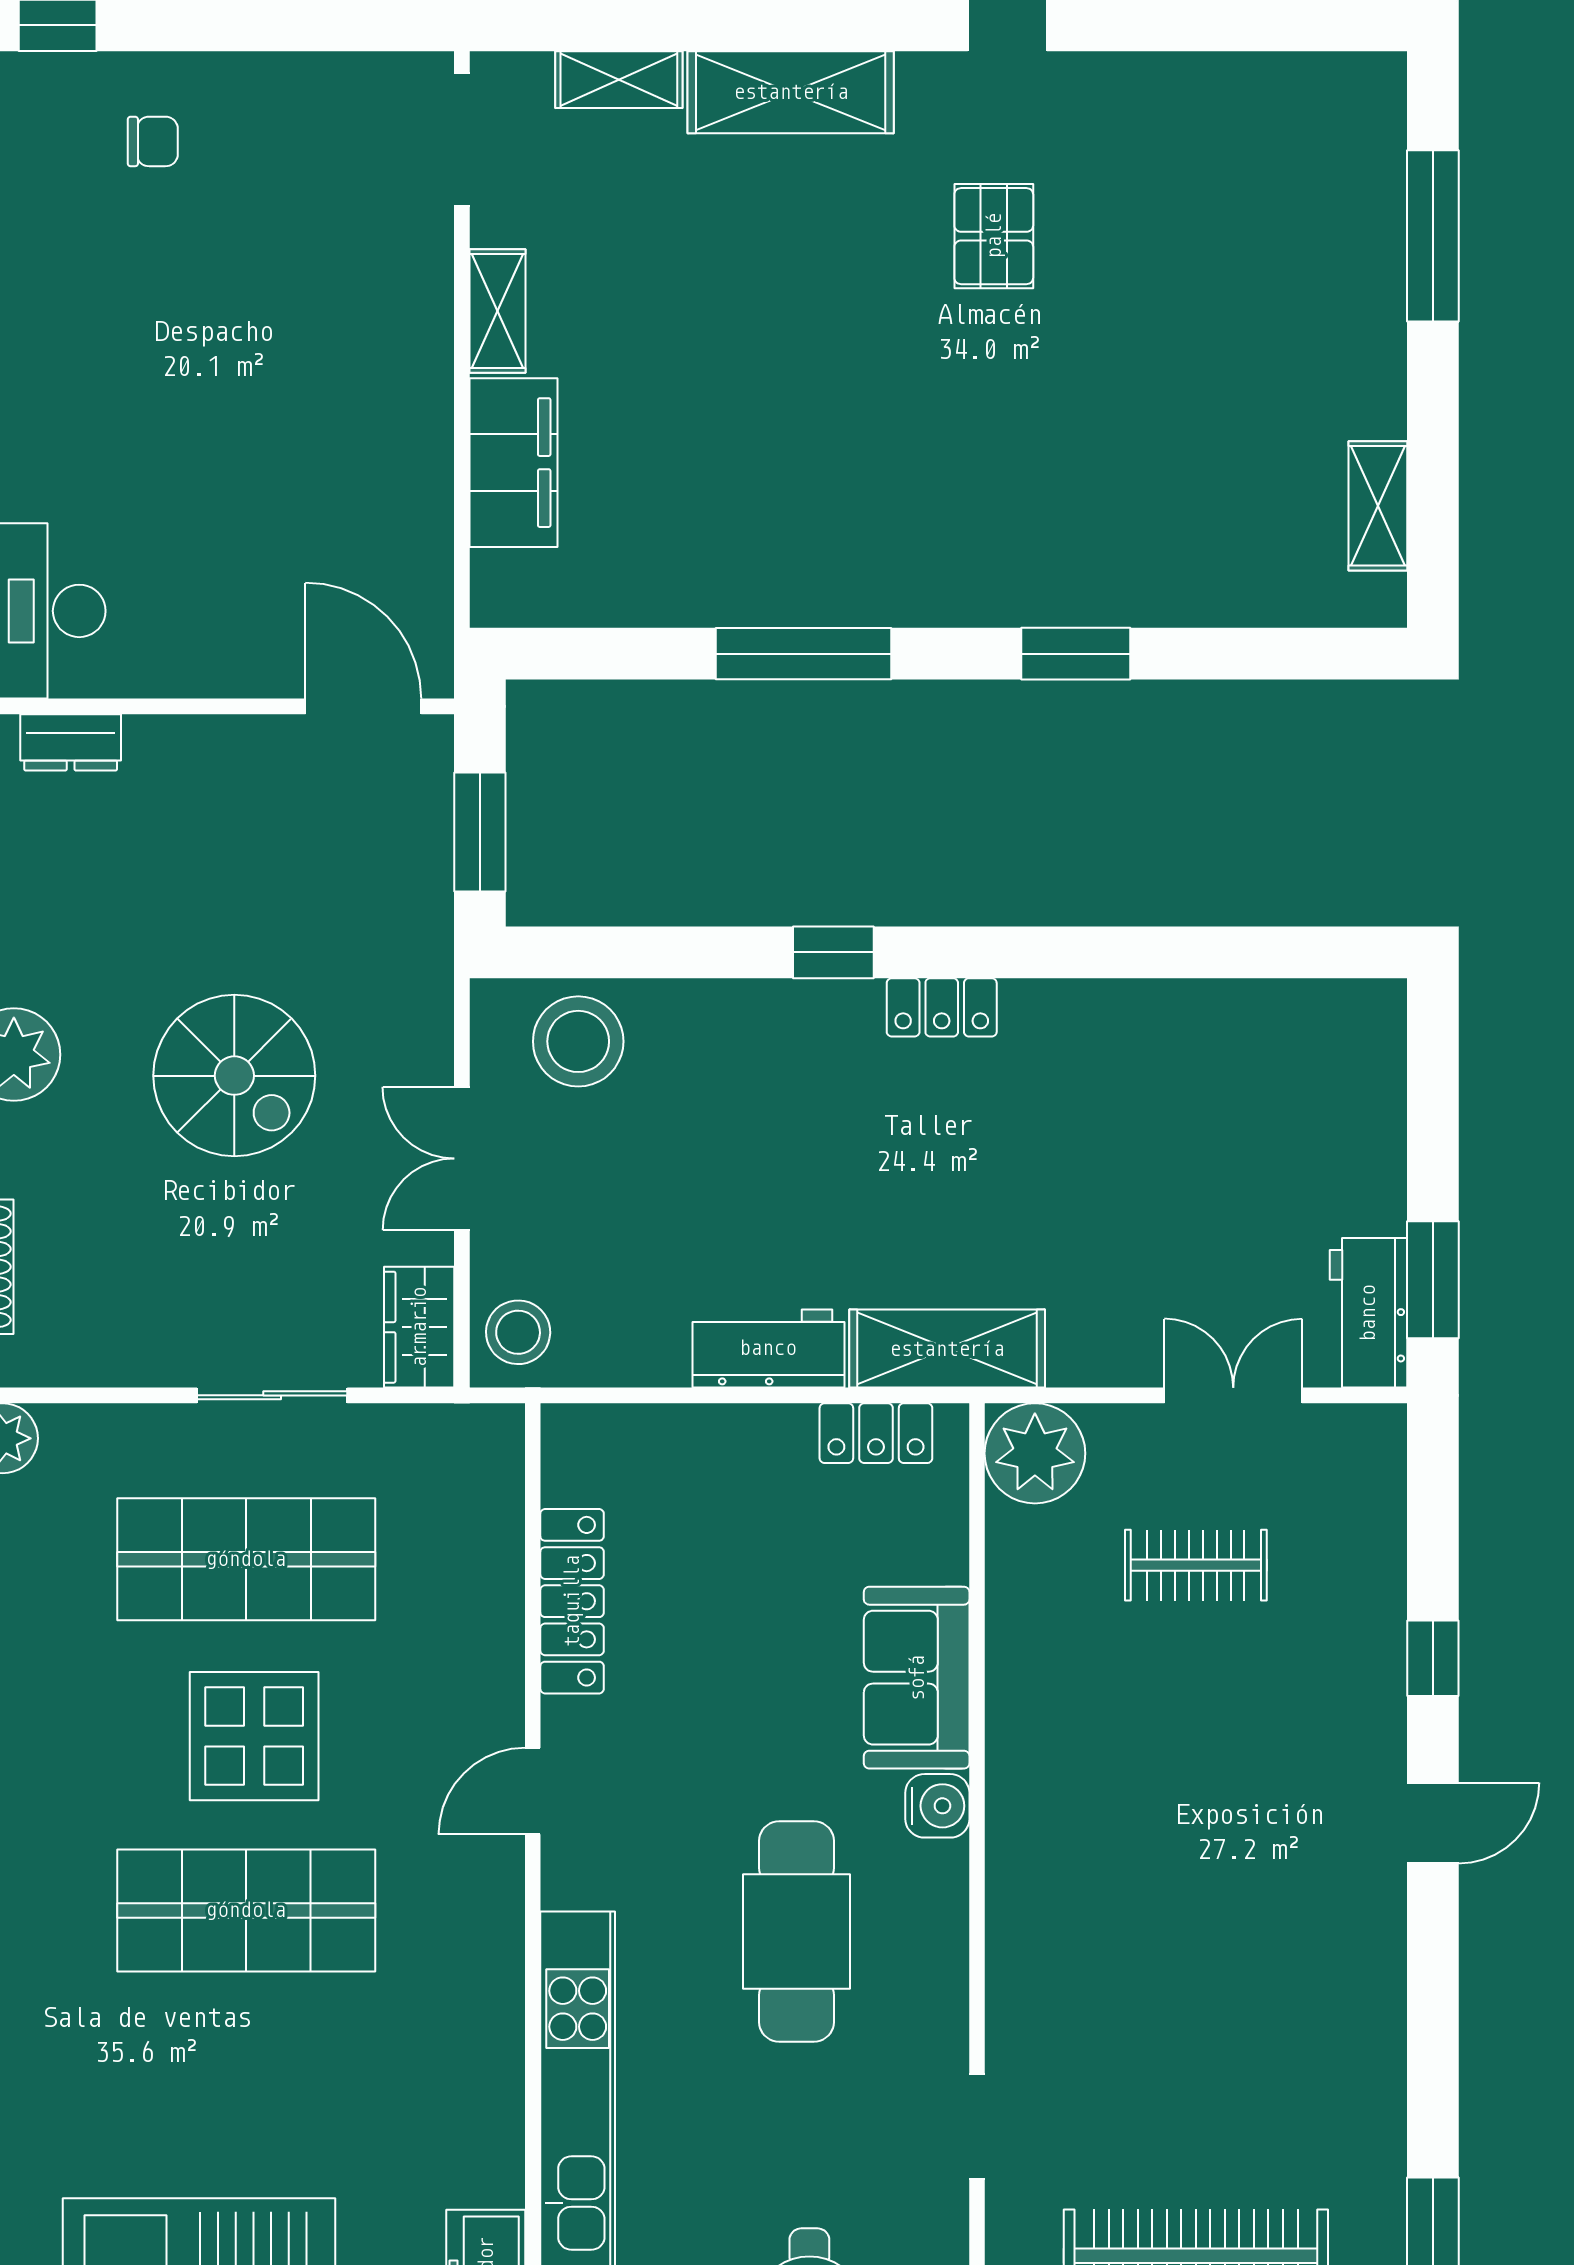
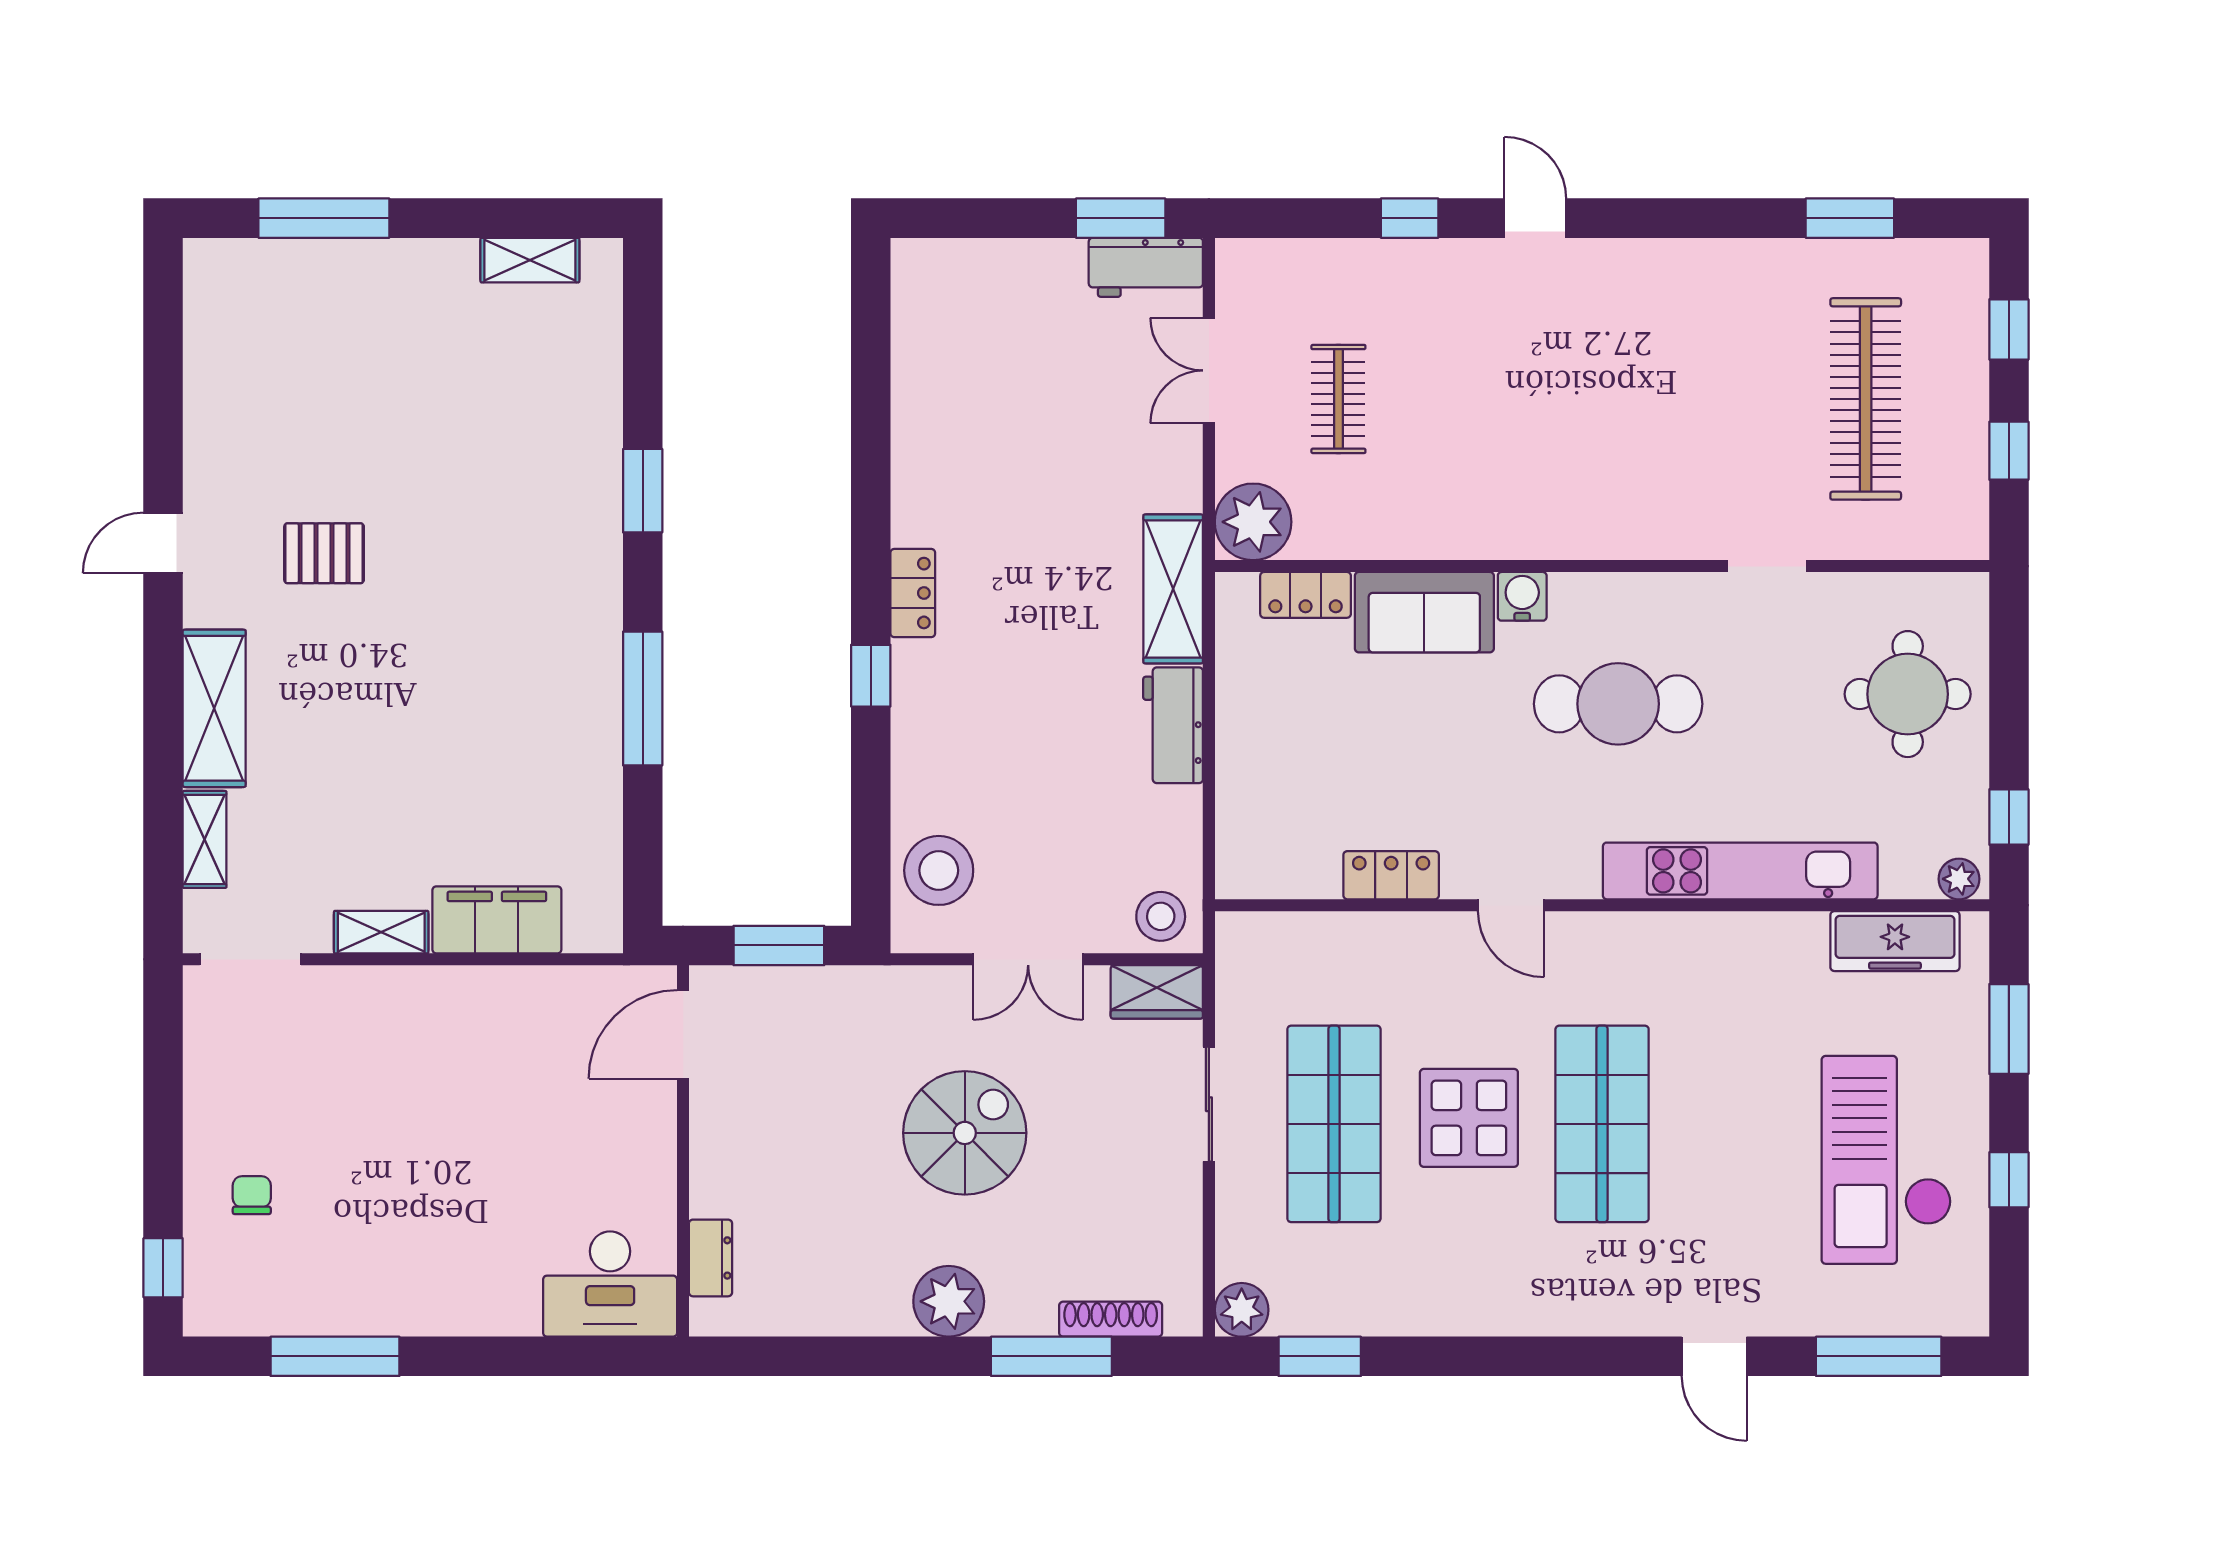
locker: (876, 1433) -> (1306, 595), moved, turned 90
locker: (572, 1601) -> (1391, 875), width x0.66

